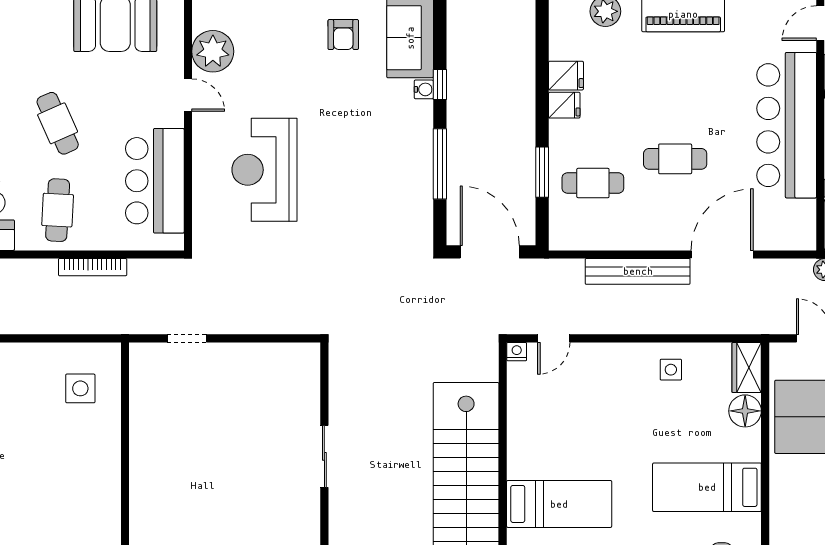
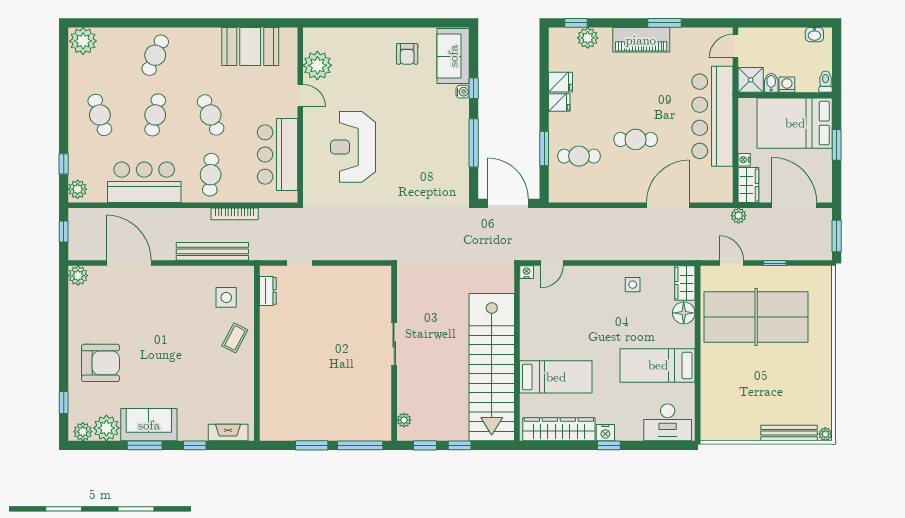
bench: (638, 271) -> (212, 251), moved
dresser: (141, 379) -> (268, 291), added
coffee table: (93, 447) -> (235, 338), added

